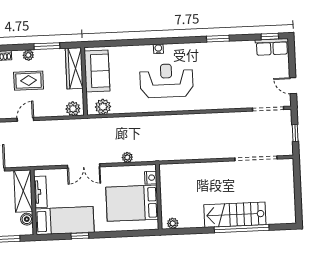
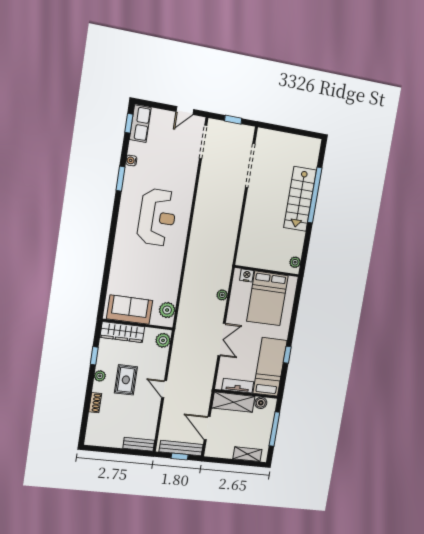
window: (47, 46) -> (94, 356), width x0.67
water cooler: (158, 49) -> (131, 161), moved
reception desk: (166, 81) -> (157, 217), moved, turned 180

